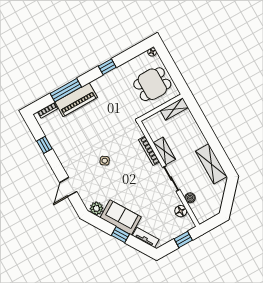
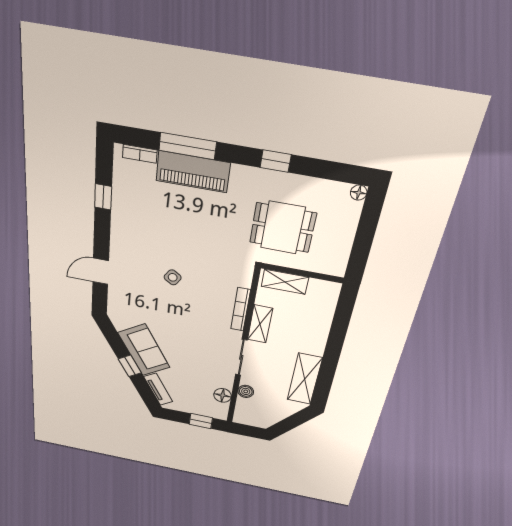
dining table: (152, 84) -> (283, 228), moved
shelving: (174, 109) -> (285, 282), moved
plant: (96, 208) -> (121, 320), removed

